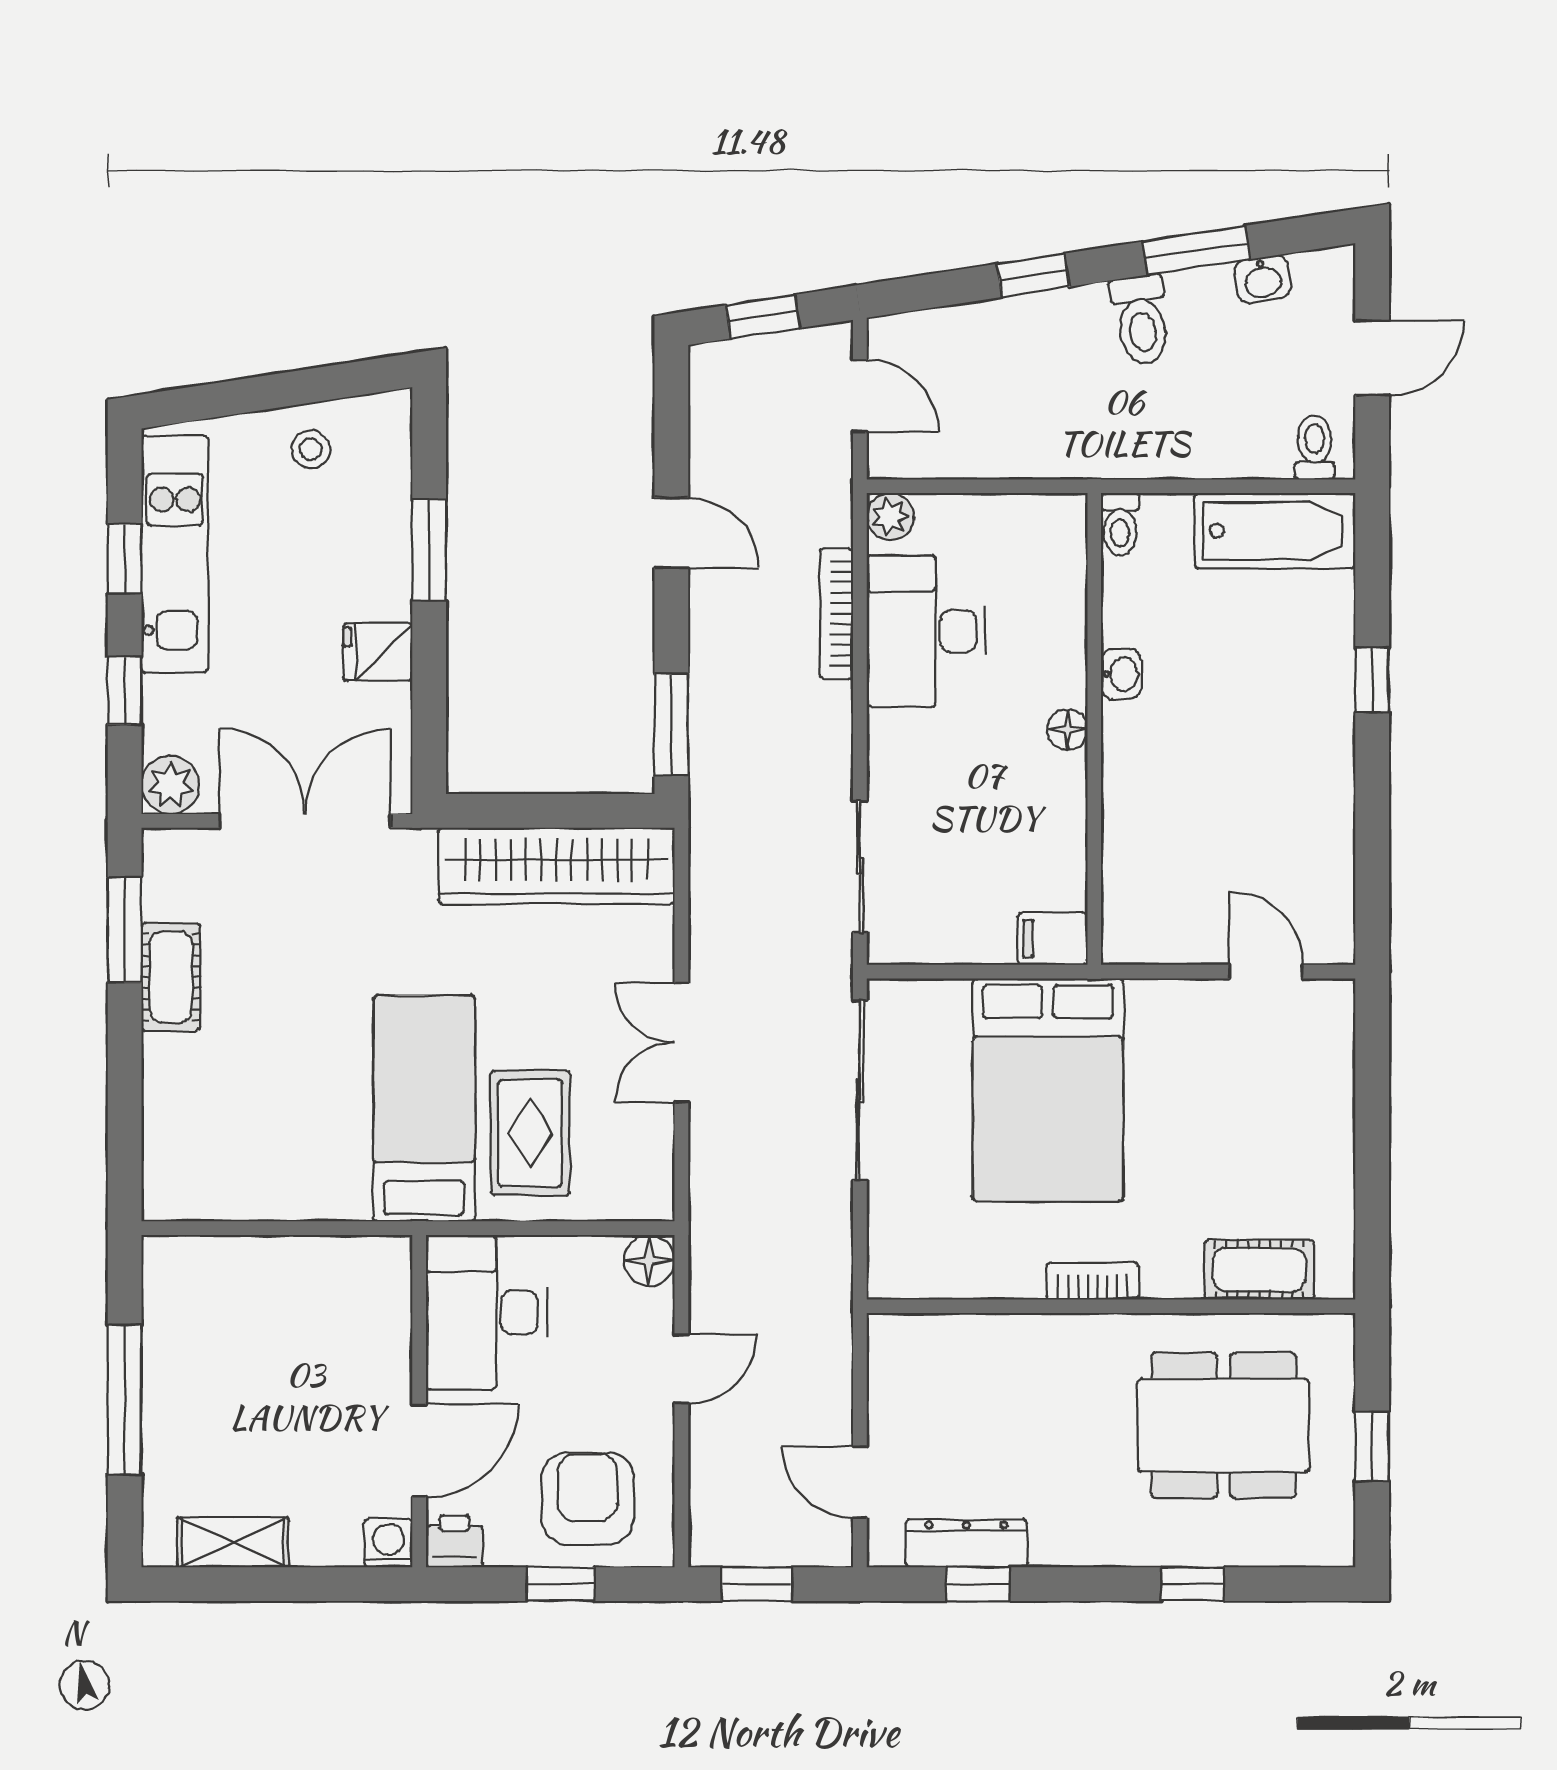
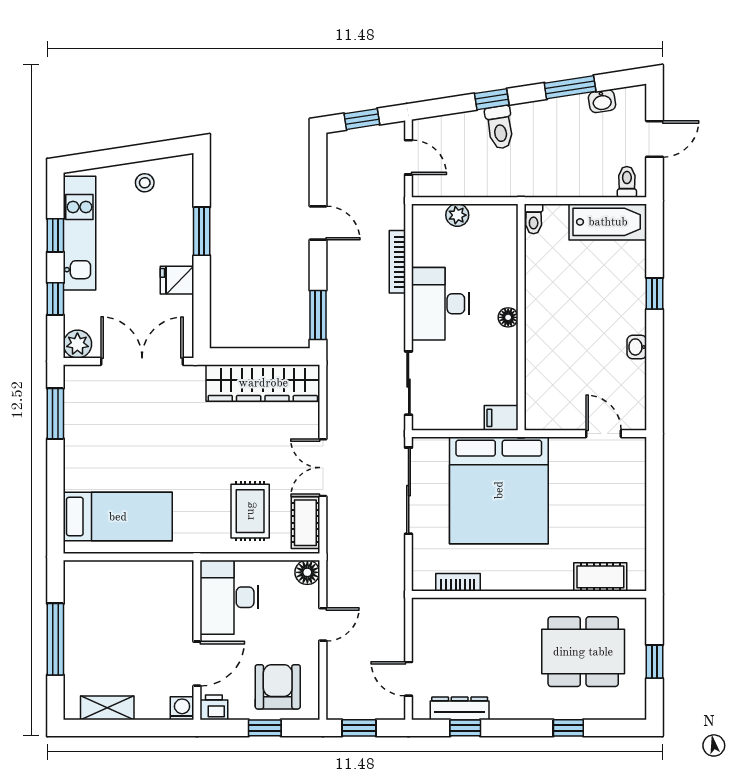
toilet: (1141, 320) -> (500, 127), moved
plant: (890, 517) -> (457, 215), moved
desk: (926, 631) -> (440, 304), moved
washbasin: (1121, 674) -> (637, 347), moved, turned 180
cot: (171, 977) -> (305, 523), moved
bed: (1048, 1090) -> (499, 490), width x1.36
bed: (424, 1108) -> (118, 517), moved, turned 90
bookcase: (1093, 1281) -> (458, 582), moved

